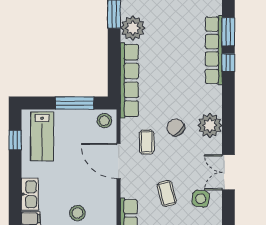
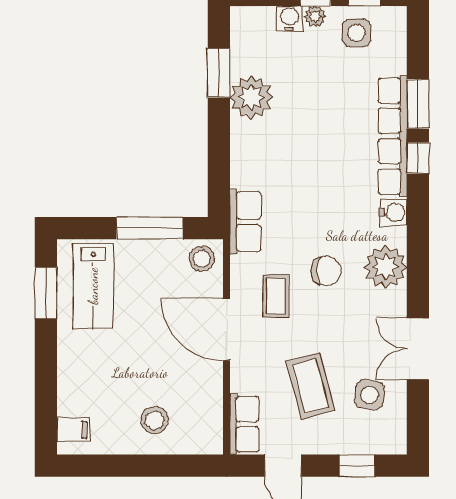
row of seats: (129, 80) -> (245, 222), width x0.50
water cooler: (214, 94) -> (393, 212), added
chair: (176, 128) -> (326, 271), turned 135
window: (15, 140) -> (46, 293), width x1.50
coffee table: (167, 193) -> (310, 386), width x1.36, depth x1.30
kitchen sink: (30, 194) -> (72, 387), removed

